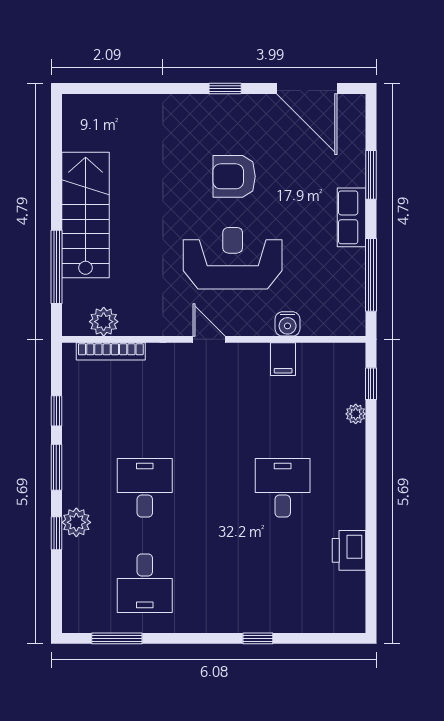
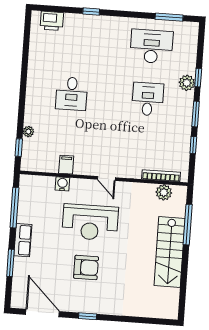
desk: (145, 488) -> (148, 99), turned 180
printer: (349, 550) -> (52, 21), moved, turned 90
desk: (145, 583) -> (151, 46), width x1.37

